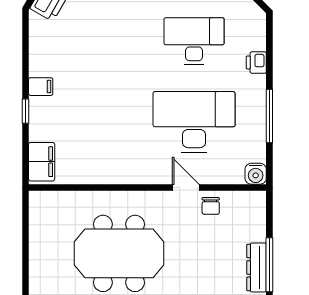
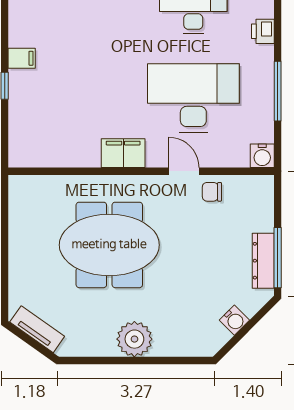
filing cabinet: (42, 162) -> (123, 153), moved, turned -90
chair: (211, 206) -> (212, 192), turned 90

